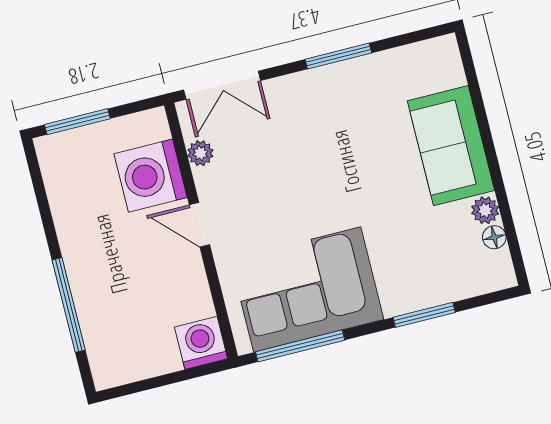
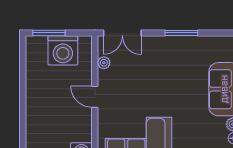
washing machine: (151, 176) -> (63, 50), moved, turned -90
window: (69, 305) -> (23, 119), removed

